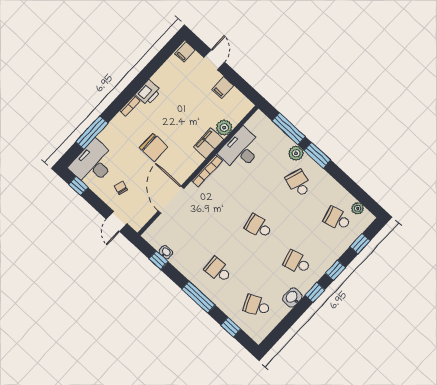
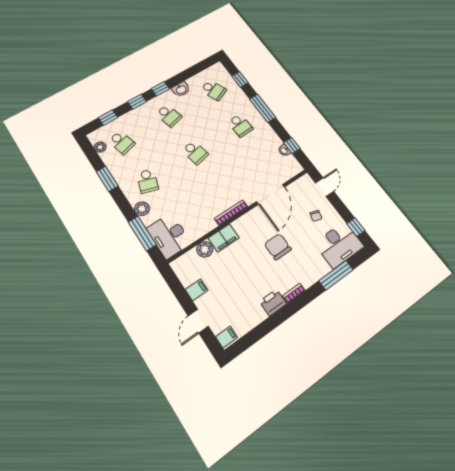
desk: (241, 150) -> (169, 236), moved, turned 90
window: (317, 155) -> (107, 179), moved

